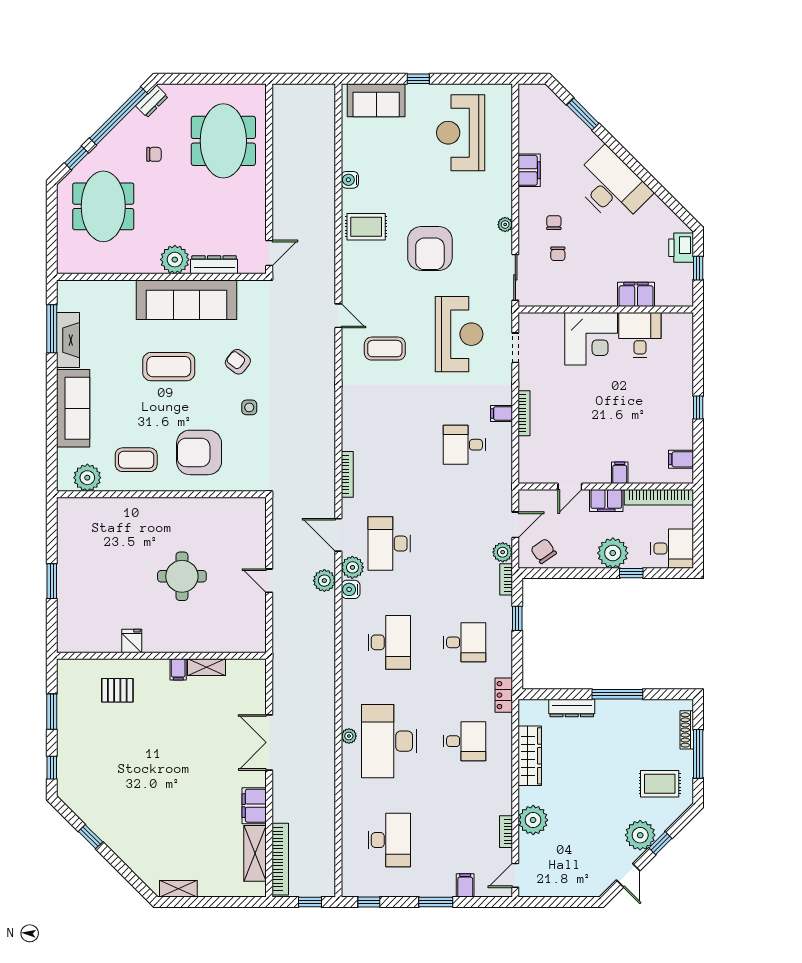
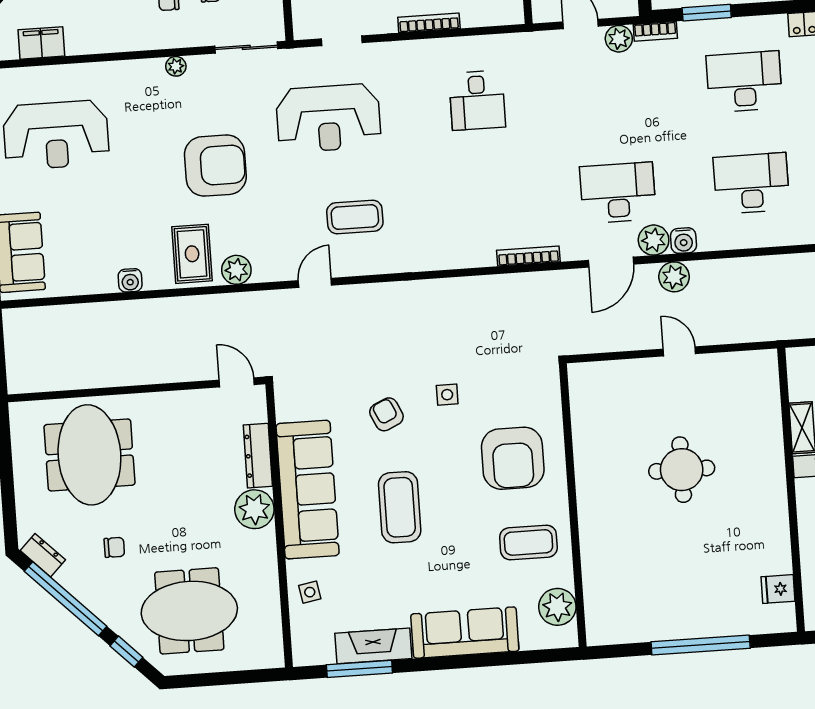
meeting table: (223, 141) -> (89, 455), turned 90
chair: (154, 154) -> (114, 547), turned 90
filing cabinet: (529, 170) -> (41, 43), moved
plant: (352, 259) -> (236, 270), added
side table: (111, 296) -> (310, 592), added
reception desk: (459, 334) -> (328, 118), turned 180
coffee table: (385, 349) -> (355, 217), turned 90
armchair: (238, 362) -> (386, 414), turned 117
filing cabinet: (502, 413) -> (431, 53), removed
coffee table: (136, 460) -> (528, 542), turned 90
desk: (389, 544) -> (618, 193), turned 180
window: (52, 581) -> (701, 645), width x2.11
door: (269, 581) -> (679, 351), swing flipped
window: (517, 618) -> (707, 13), width x1.50
fridge: (132, 641) -> (778, 589), moved
desk: (465, 642) -> (744, 82), width x1.37

